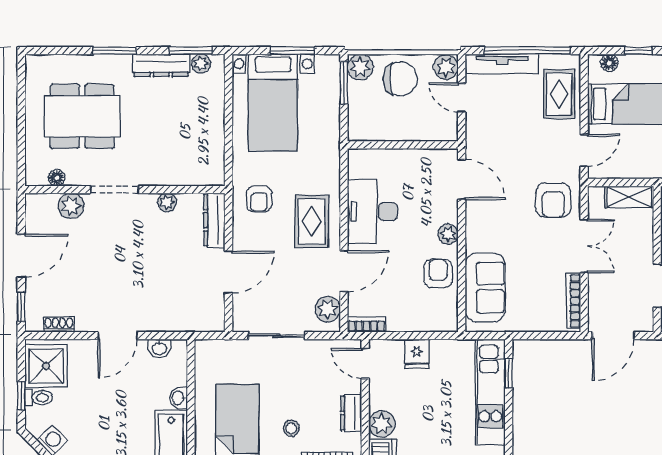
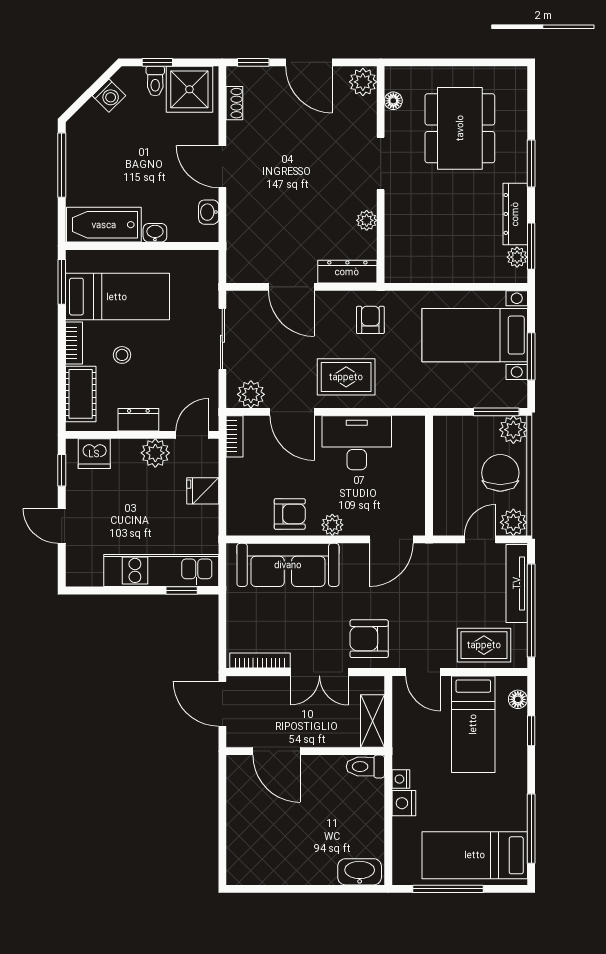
chair: (400, 79) -> (500, 473), turned 180
armchair: (259, 199) -> (370, 320), turned 90
plant: (71, 206) -> (363, 82), moved
sofa: (485, 288) -> (288, 565), width x1.36
plant: (382, 424) -> (155, 453), moved

